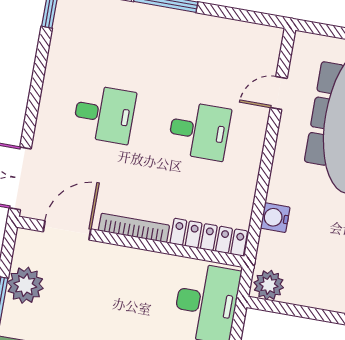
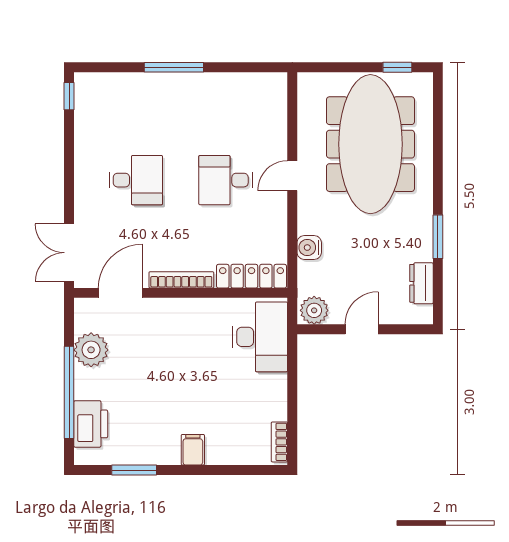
door: (279, 93) -> (292, 176), moved
desk: (199, 131) -> (226, 180), turned 180
door: (315, 314) -> (362, 329), added

